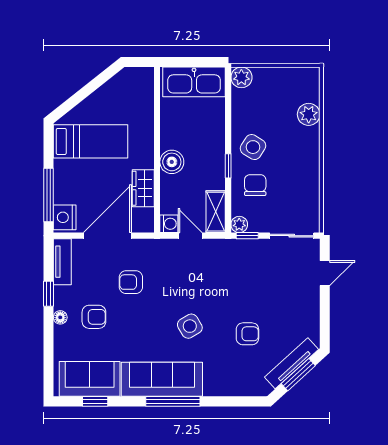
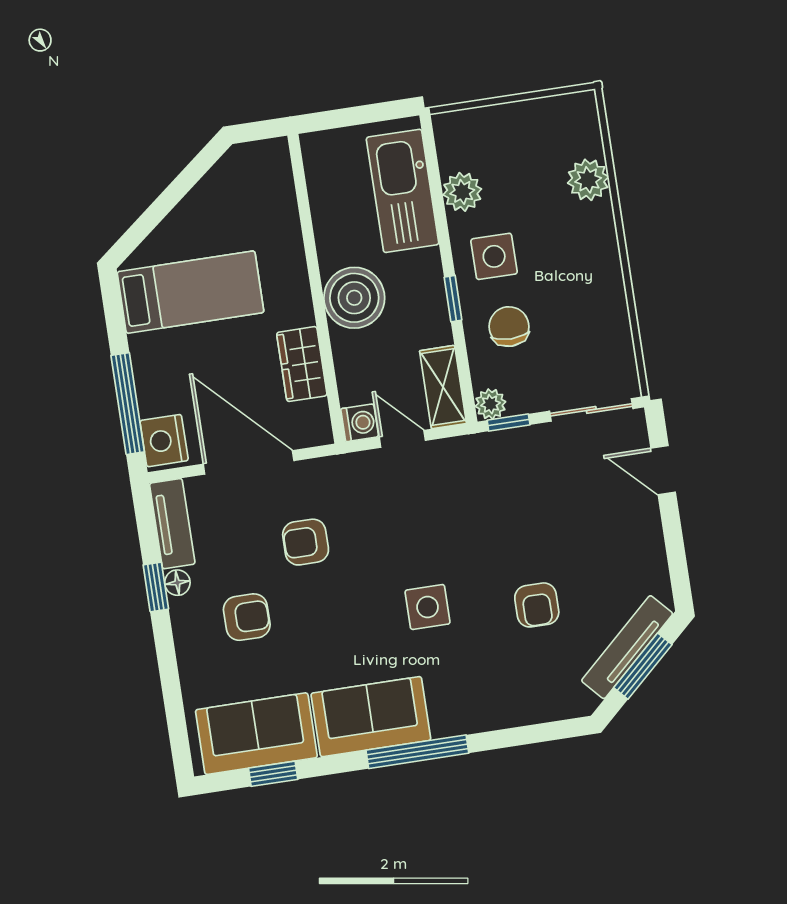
plant: (241, 77) -> (462, 192), moved
kitchen sink: (194, 82) -> (403, 191), moved, turned 90
side table: (253, 147) -> (494, 256), turned -32
boiler: (172, 162) -> (354, 298), width x1.37, depth x1.37
door: (107, 236) -> (249, 462), hinge flipped
door: (325, 273) -> (663, 470), swing flipped
floor lamp: (60, 317) -> (177, 583), moved
side table: (190, 326) -> (428, 607), turned 31
armchair: (247, 334) -> (537, 605), turned 90
sofa: (162, 379) -> (371, 717), width x0.73

